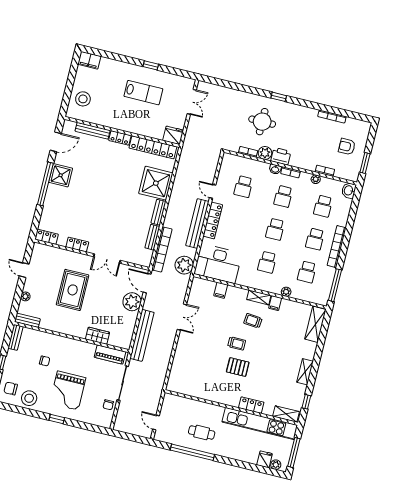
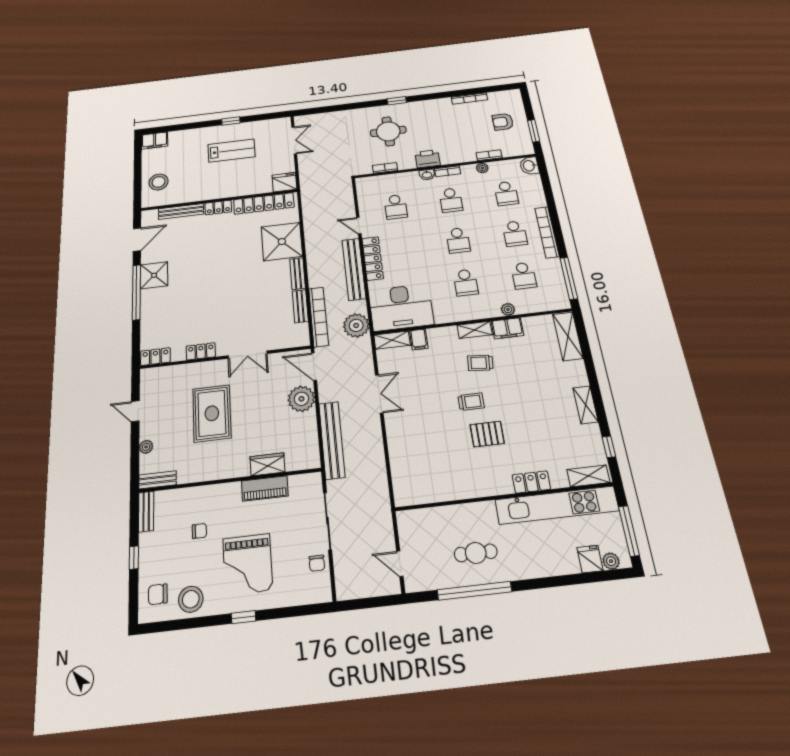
plant: (265, 153) -> (406, 162), removed
shelving: (203, 284) -> (392, 340), added
filing cabinet: (275, 303) -> (507, 328), width x2.00
piano: (110, 354) -> (265, 488), moved

